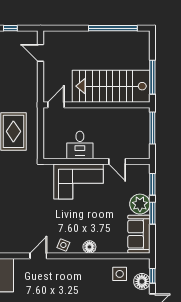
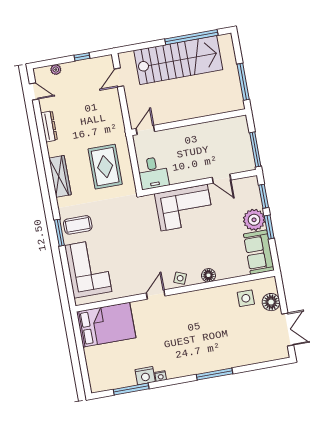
door: (41, 53) -> (119, 77), hinge flipped
stairs: (111, 86) -> (178, 60), moved, turned 180
window: (152, 128) -> (255, 149), moved
desk: (80, 145) -> (153, 173), moved
window: (152, 276) -> (281, 294), removed

